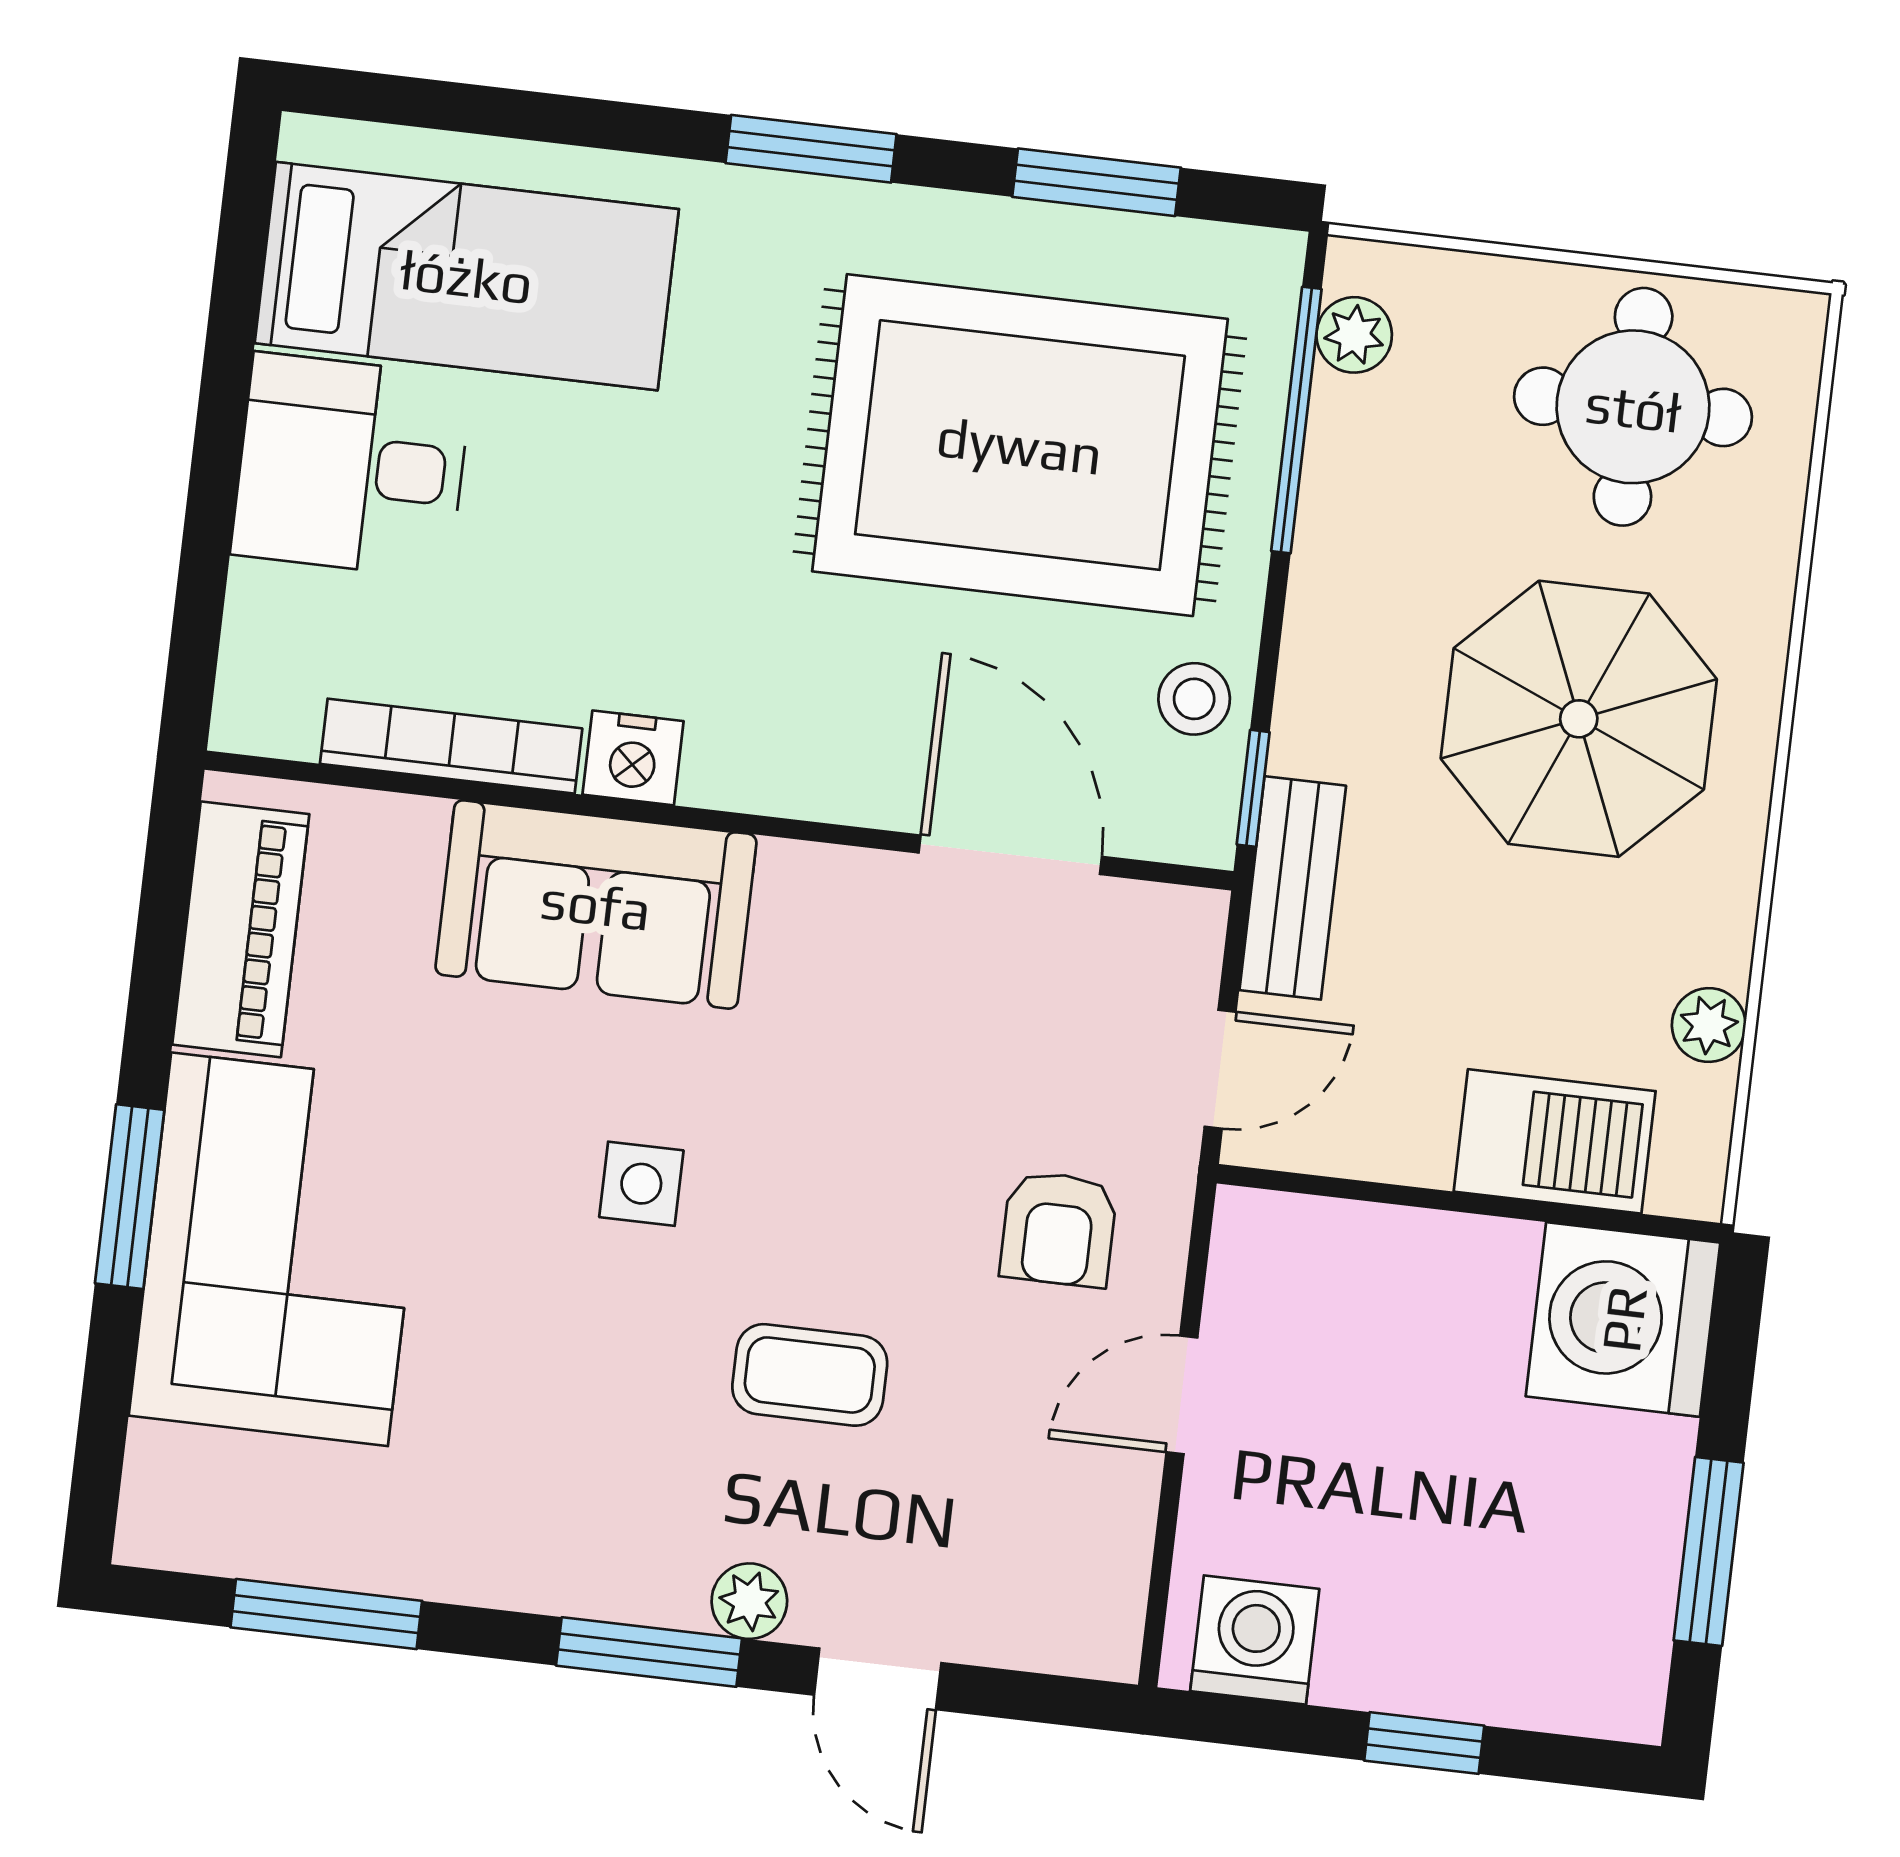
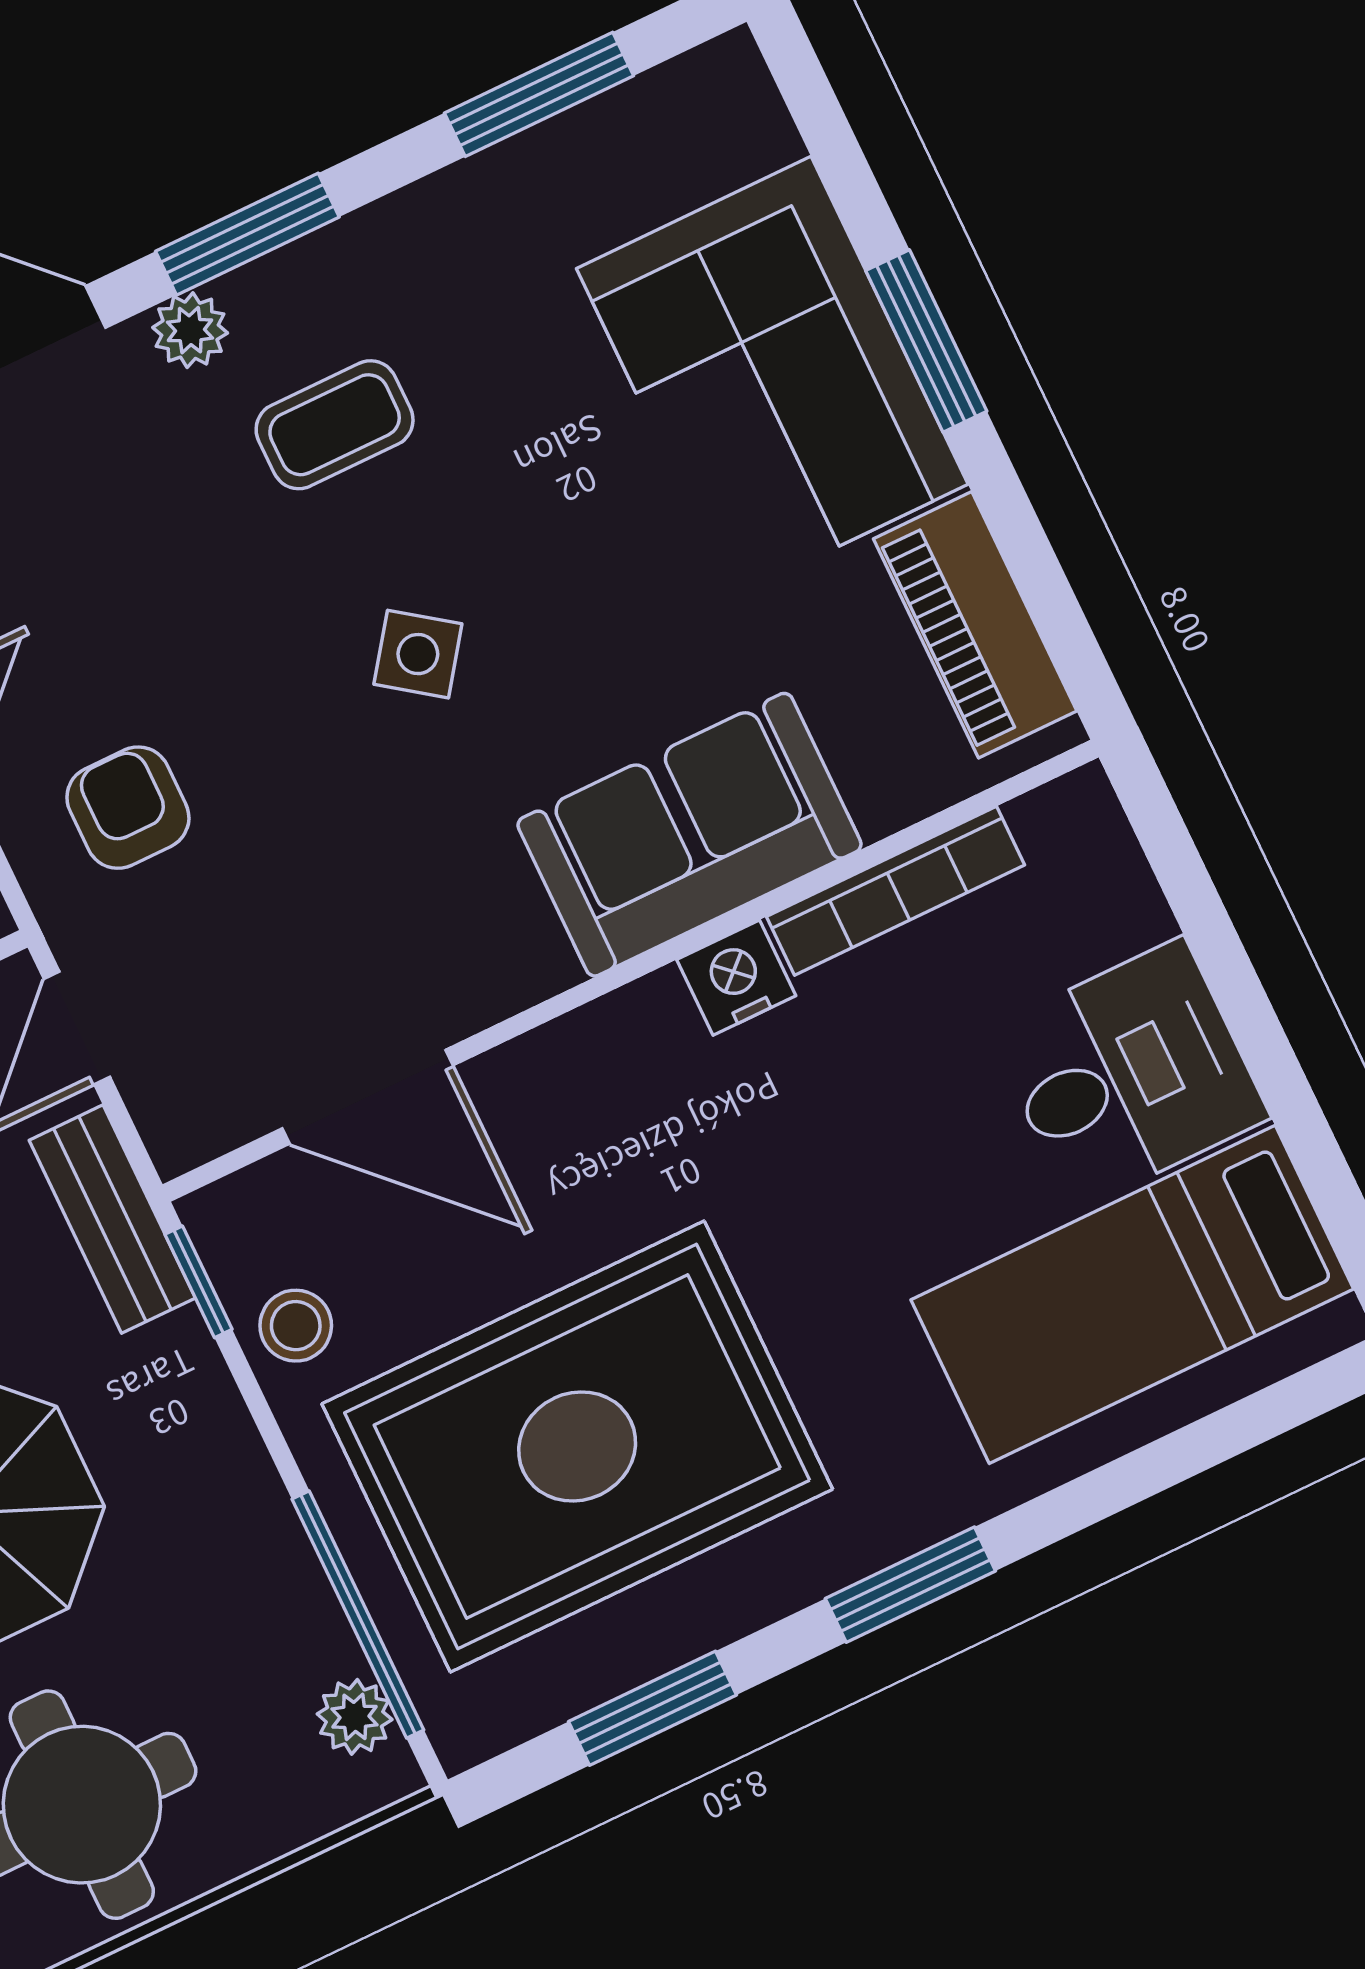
side table: (641, 1184) -> (418, 654), moved, turned 36
coffee table: (810, 1375) -> (335, 425), moved

